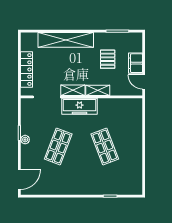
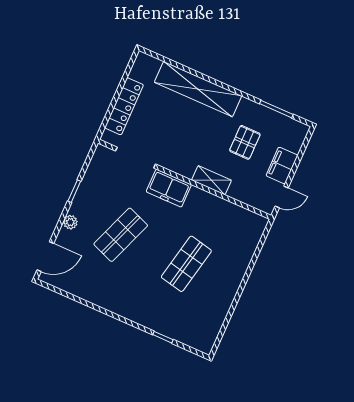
door: (144, 82) -> (282, 197), swing flipped
shelving: (73, 90) -> (177, 165), removed
freezer: (79, 106) -> (169, 188), width x0.71
plant: (25, 140) -> (70, 222), moved
shop shelf: (105, 146) -> (186, 264), turned 33

